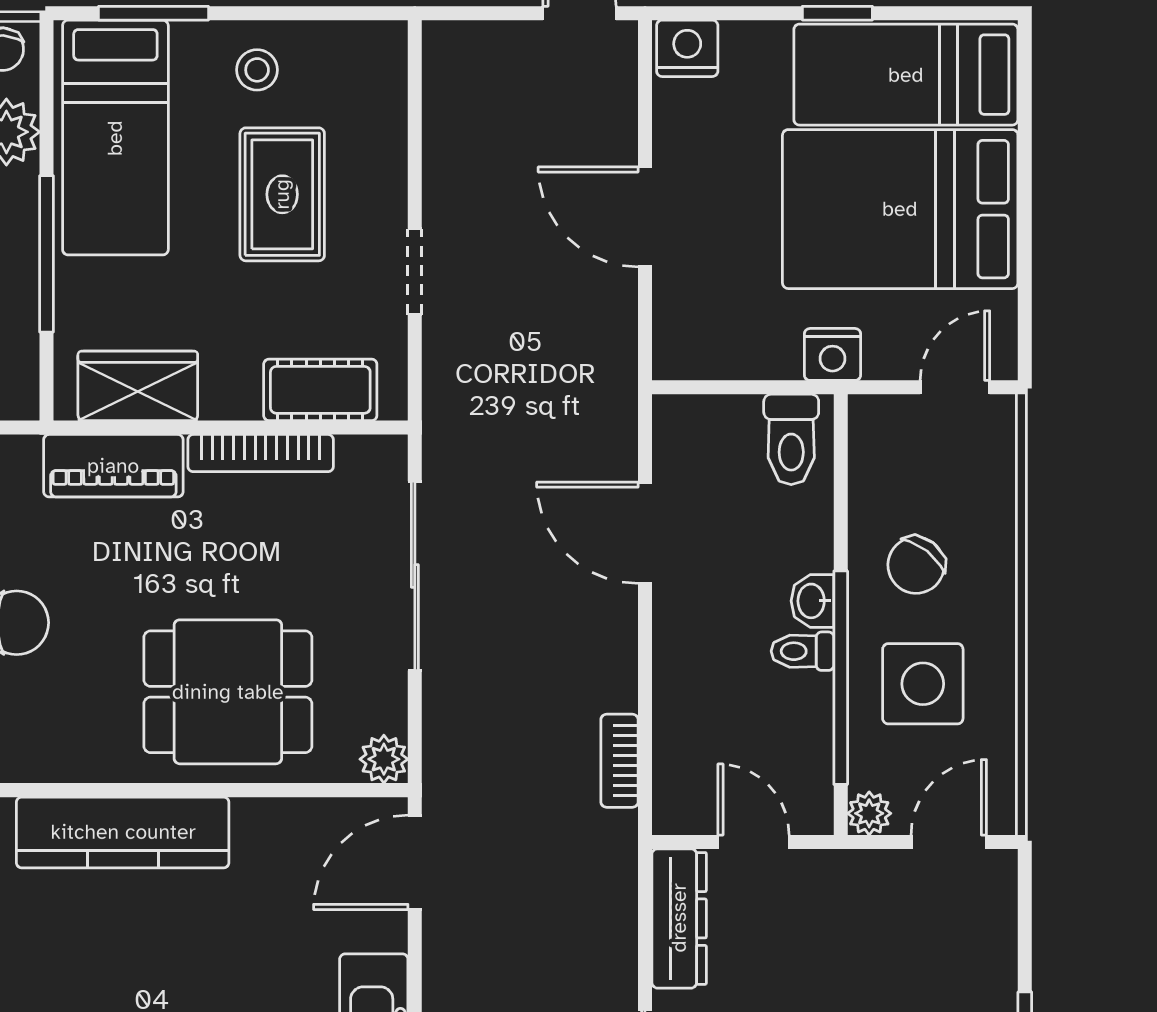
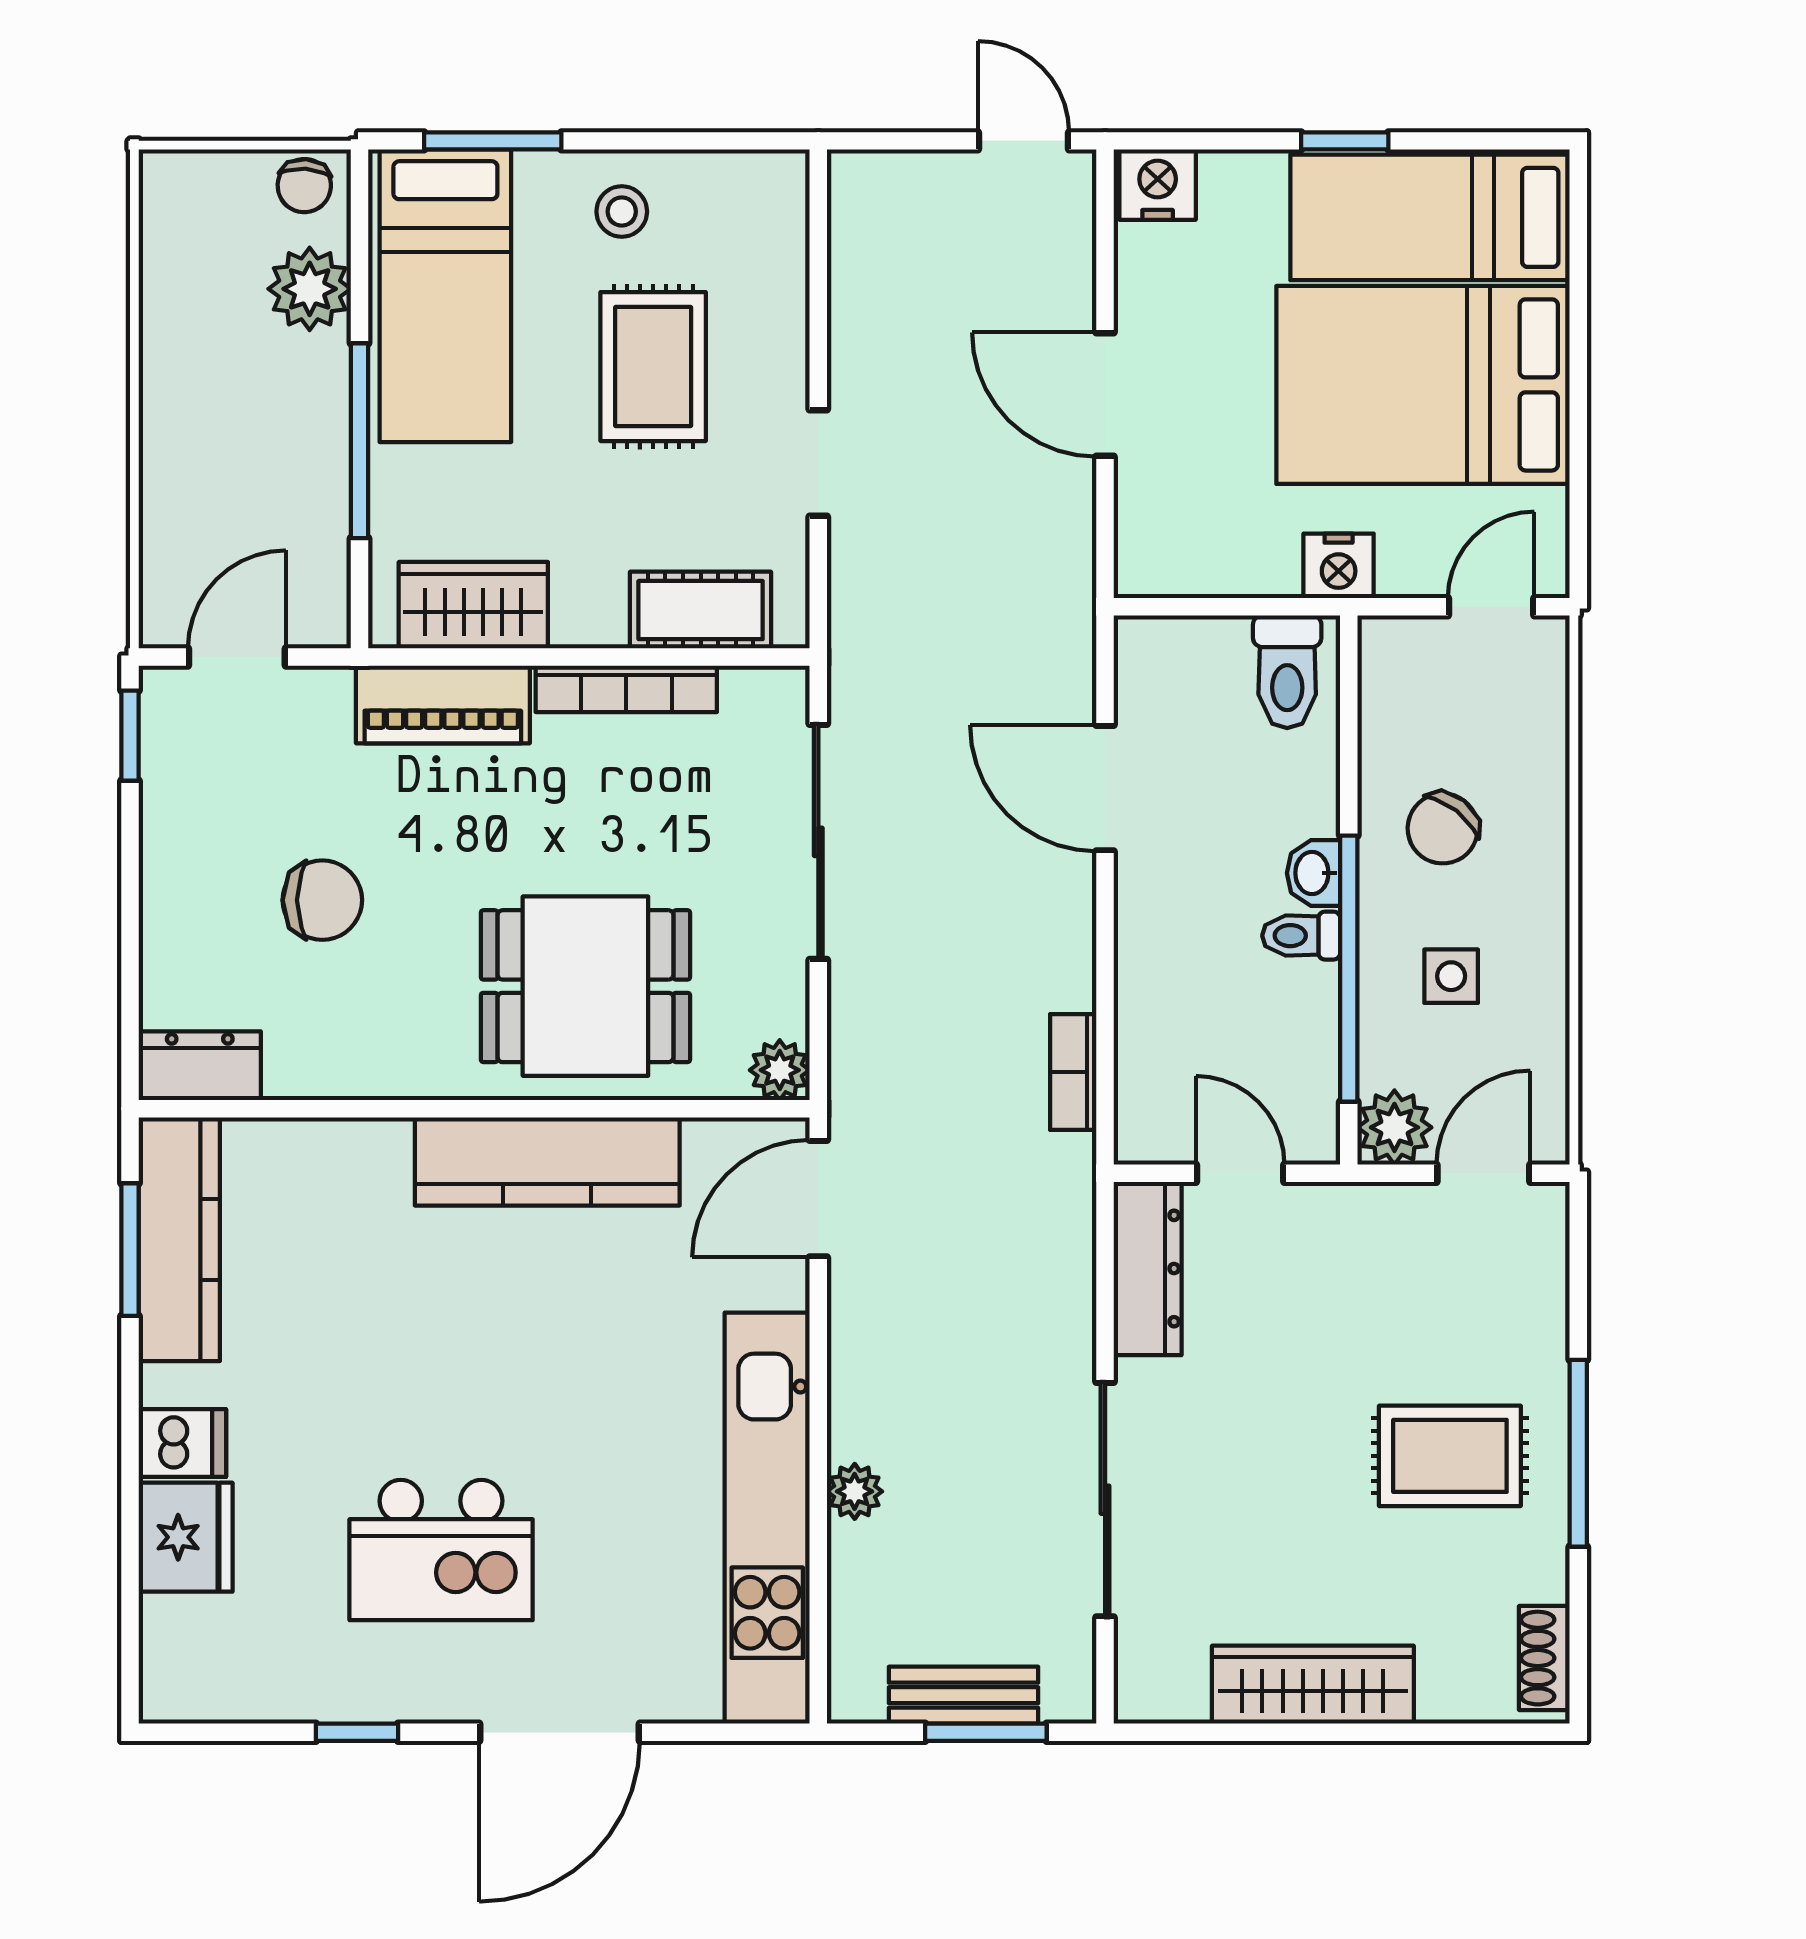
side table: (923, 684) -> (1451, 976), width x0.54, depth x0.54
plant: (869, 813) -> (1394, 1127), width x1.38, depth x1.38
kitchen counter: (123, 832) -> (547, 1161), moved

